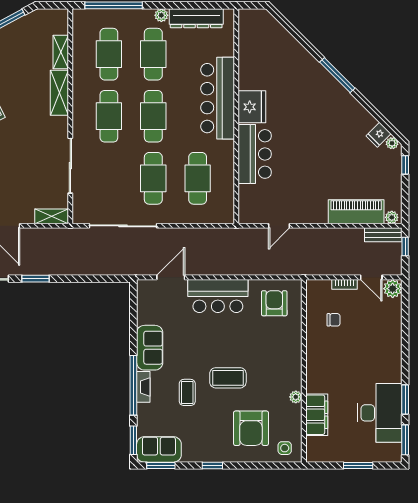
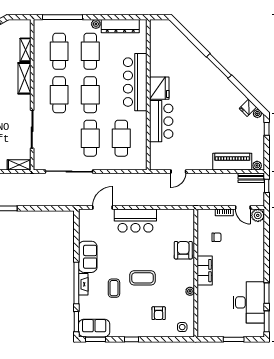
armchair: (274, 303) -> (183, 250), moved
filing cabinet: (317, 415) -> (205, 271), moved
armchair: (251, 428) -> (159, 313), width x0.53, depth x0.53

